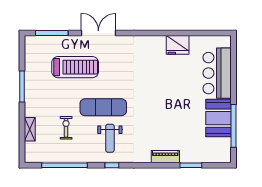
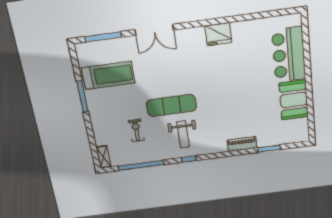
double door: (98, 33) -> (154, 30), swing flipped
fridge: (178, 45) -> (218, 34), moved
treadmill: (75, 67) -> (108, 75), moved
window: (234, 126) -> (310, 105), removed
shelving: (30, 129) -> (104, 157), moved

